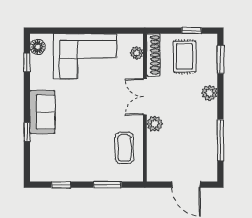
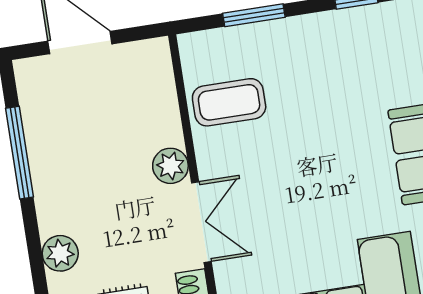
coffee table: (124, 148) -> (229, 102), turned 90

